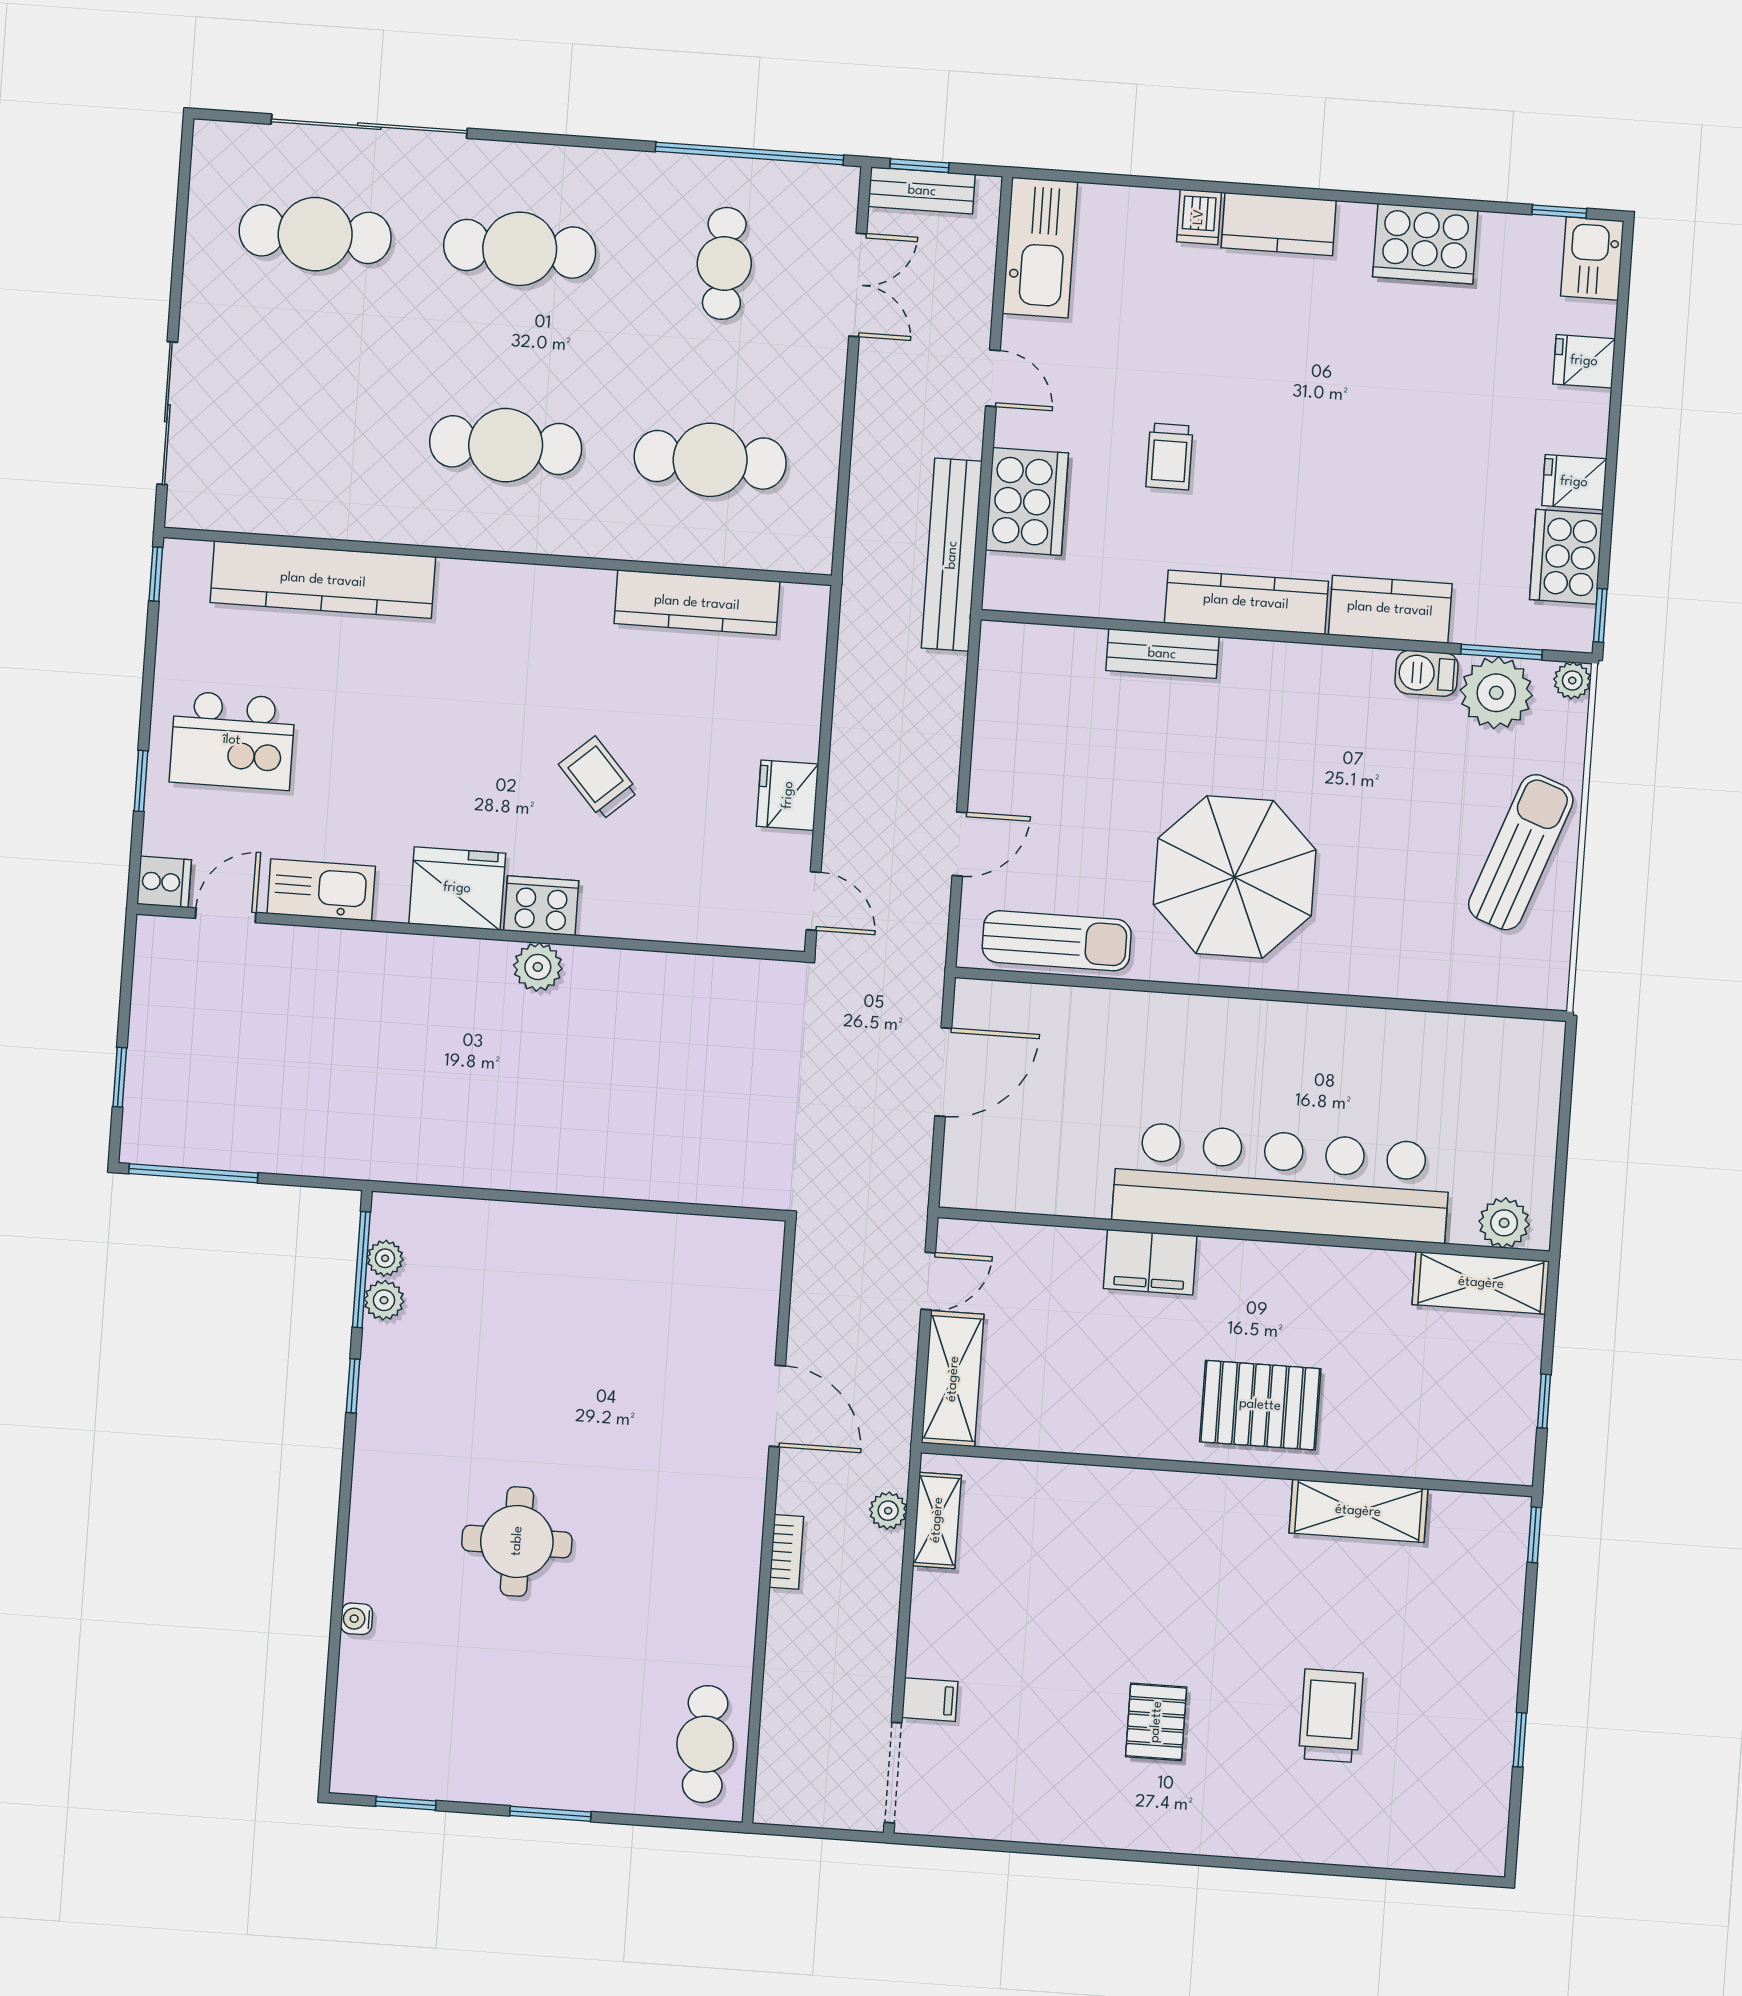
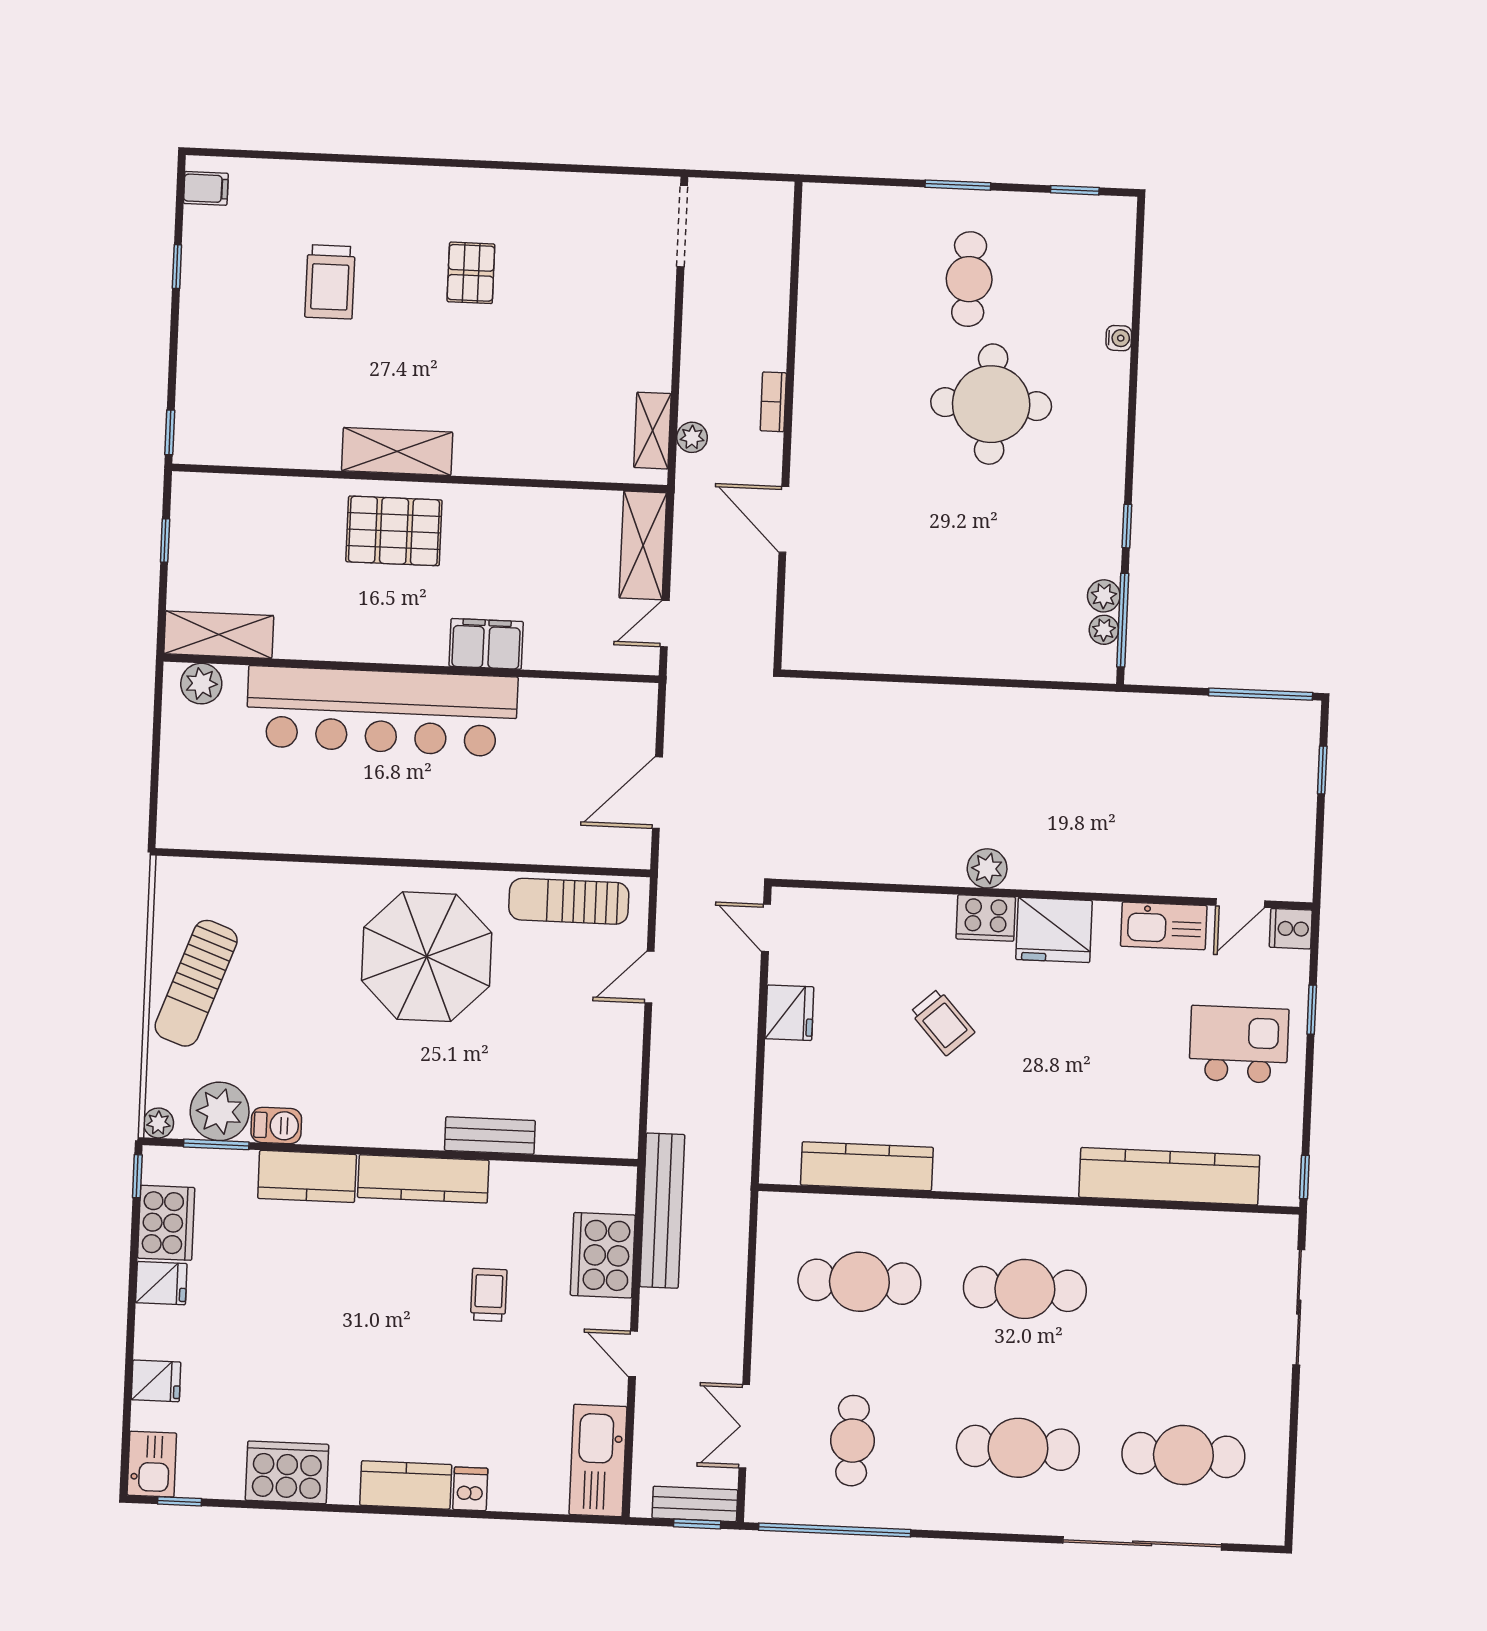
shelving: (1358, 1511) -> (397, 451), moved
round table: (517, 1541) -> (991, 404), width x1.36, depth x1.36
filing cabinet: (930, 1700) -> (206, 188), moved, turned 180
cafe table: (705, 1744) -> (969, 279), moved

